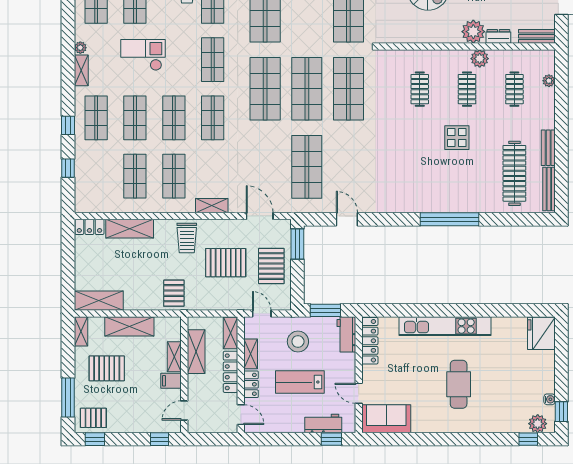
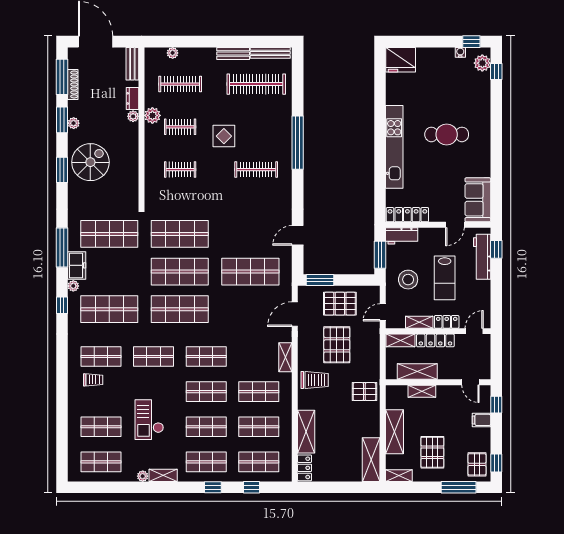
plant: (473, 32) -> (133, 116), width x0.53, depth x0.53
clothes rail: (514, 89) -> (180, 84), width x1.36
clothes rail: (420, 173) -> (256, 170), added
shop shelf: (96, 176) -> (259, 462), added
filing cabinet: (171, 381) -> (482, 420), moved, turned 90
workbench: (323, 423) -> (482, 257), width x1.37

